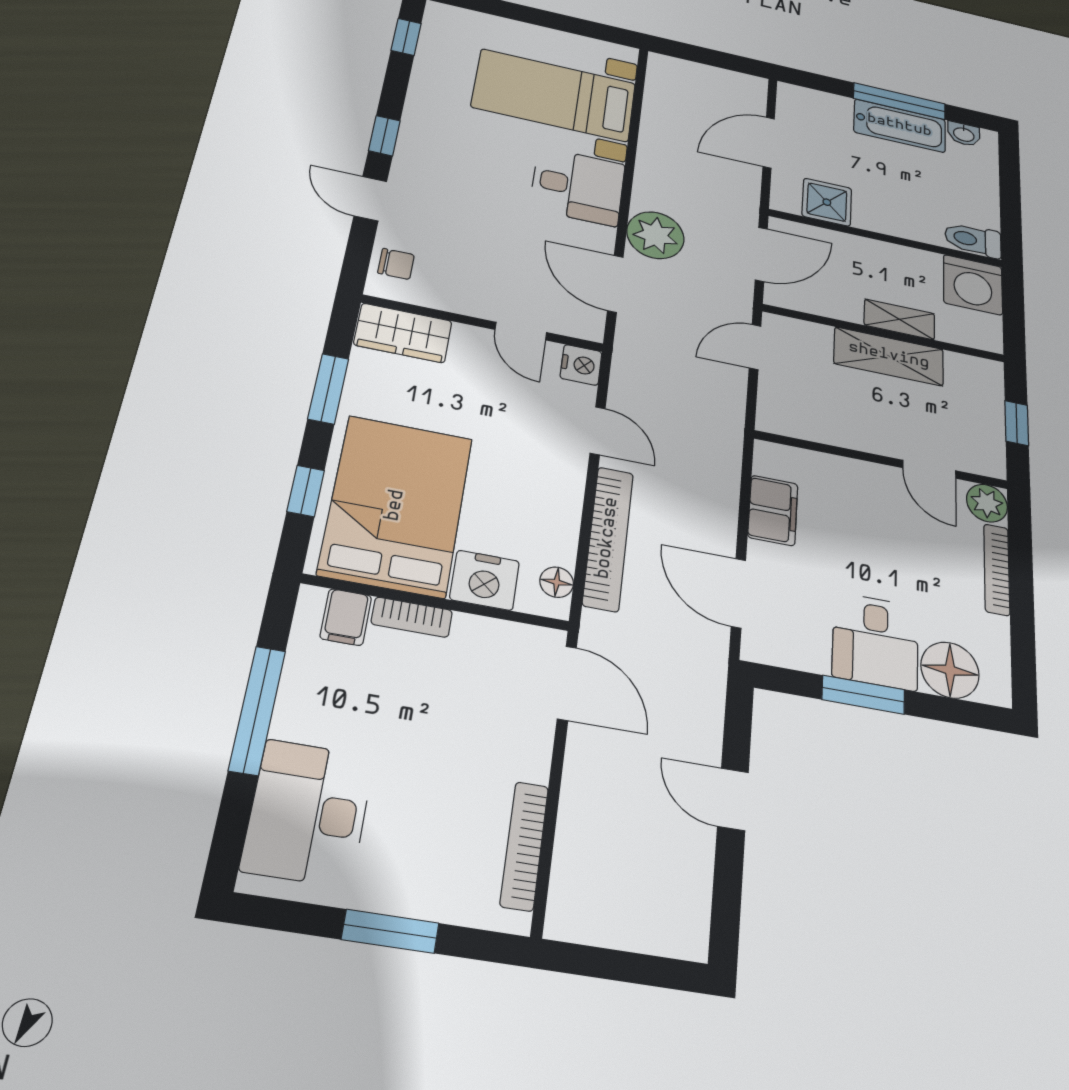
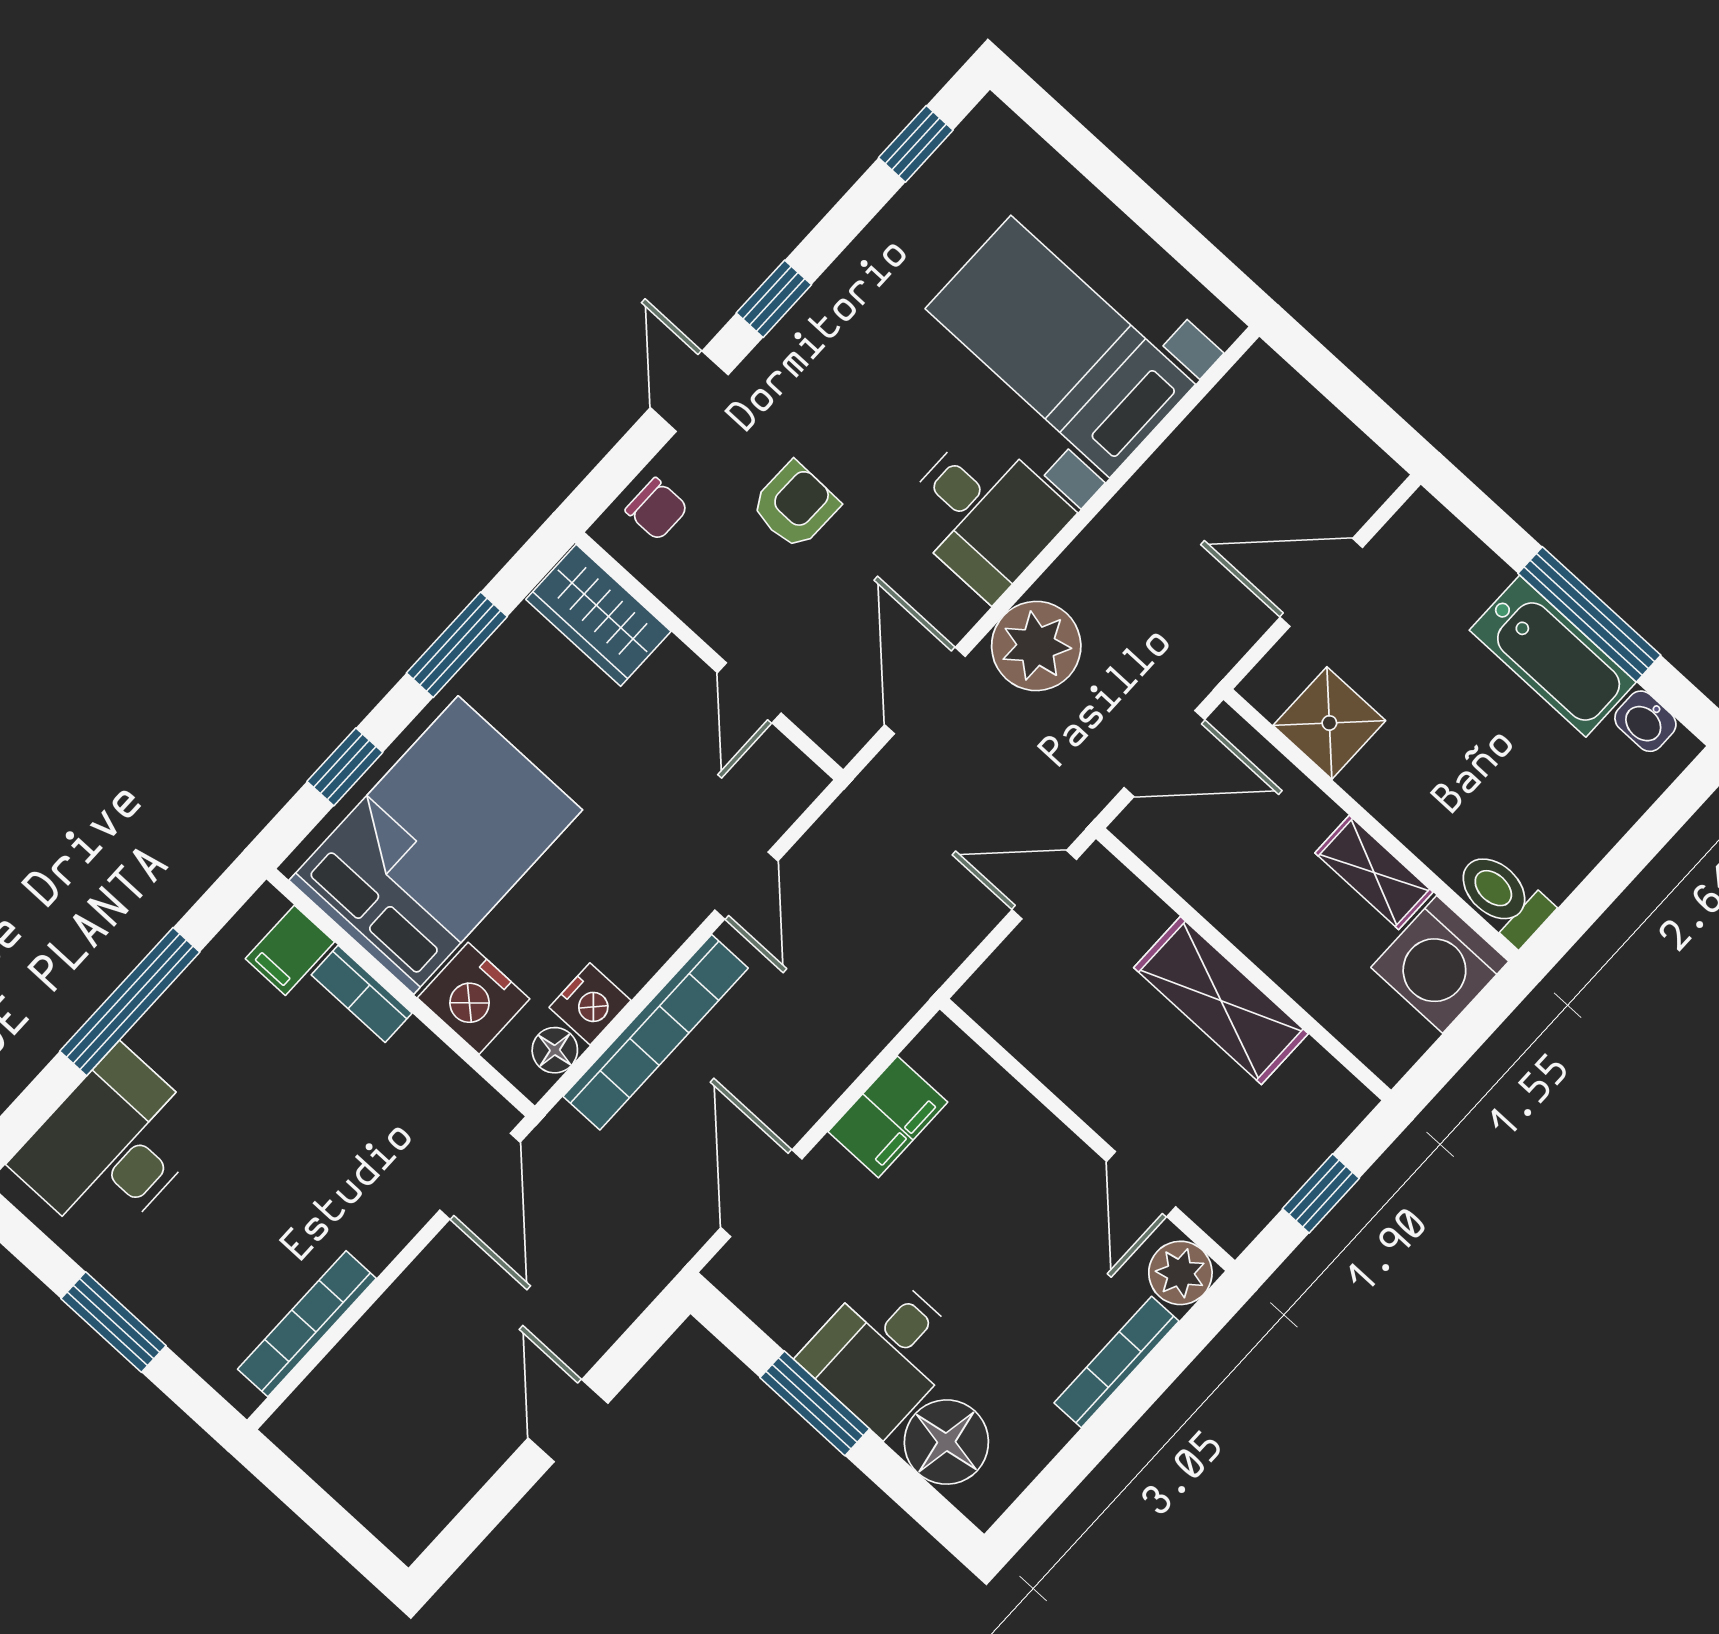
armchair: (473, 227) -> (795, 505), added
shelving: (899, 319) -> (1374, 872), moved
nightstand: (581, 365) -> (590, 1004), moved

